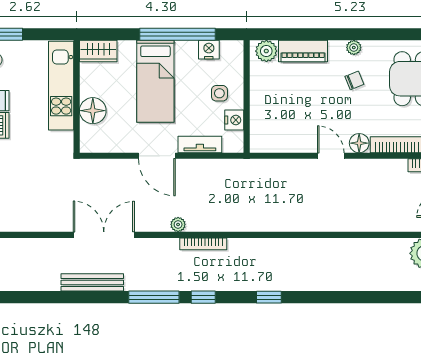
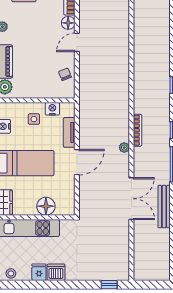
chair: (354, 80) -> (65, 74), moved
double door: (104, 235) -> (131, 199), swing flipped

